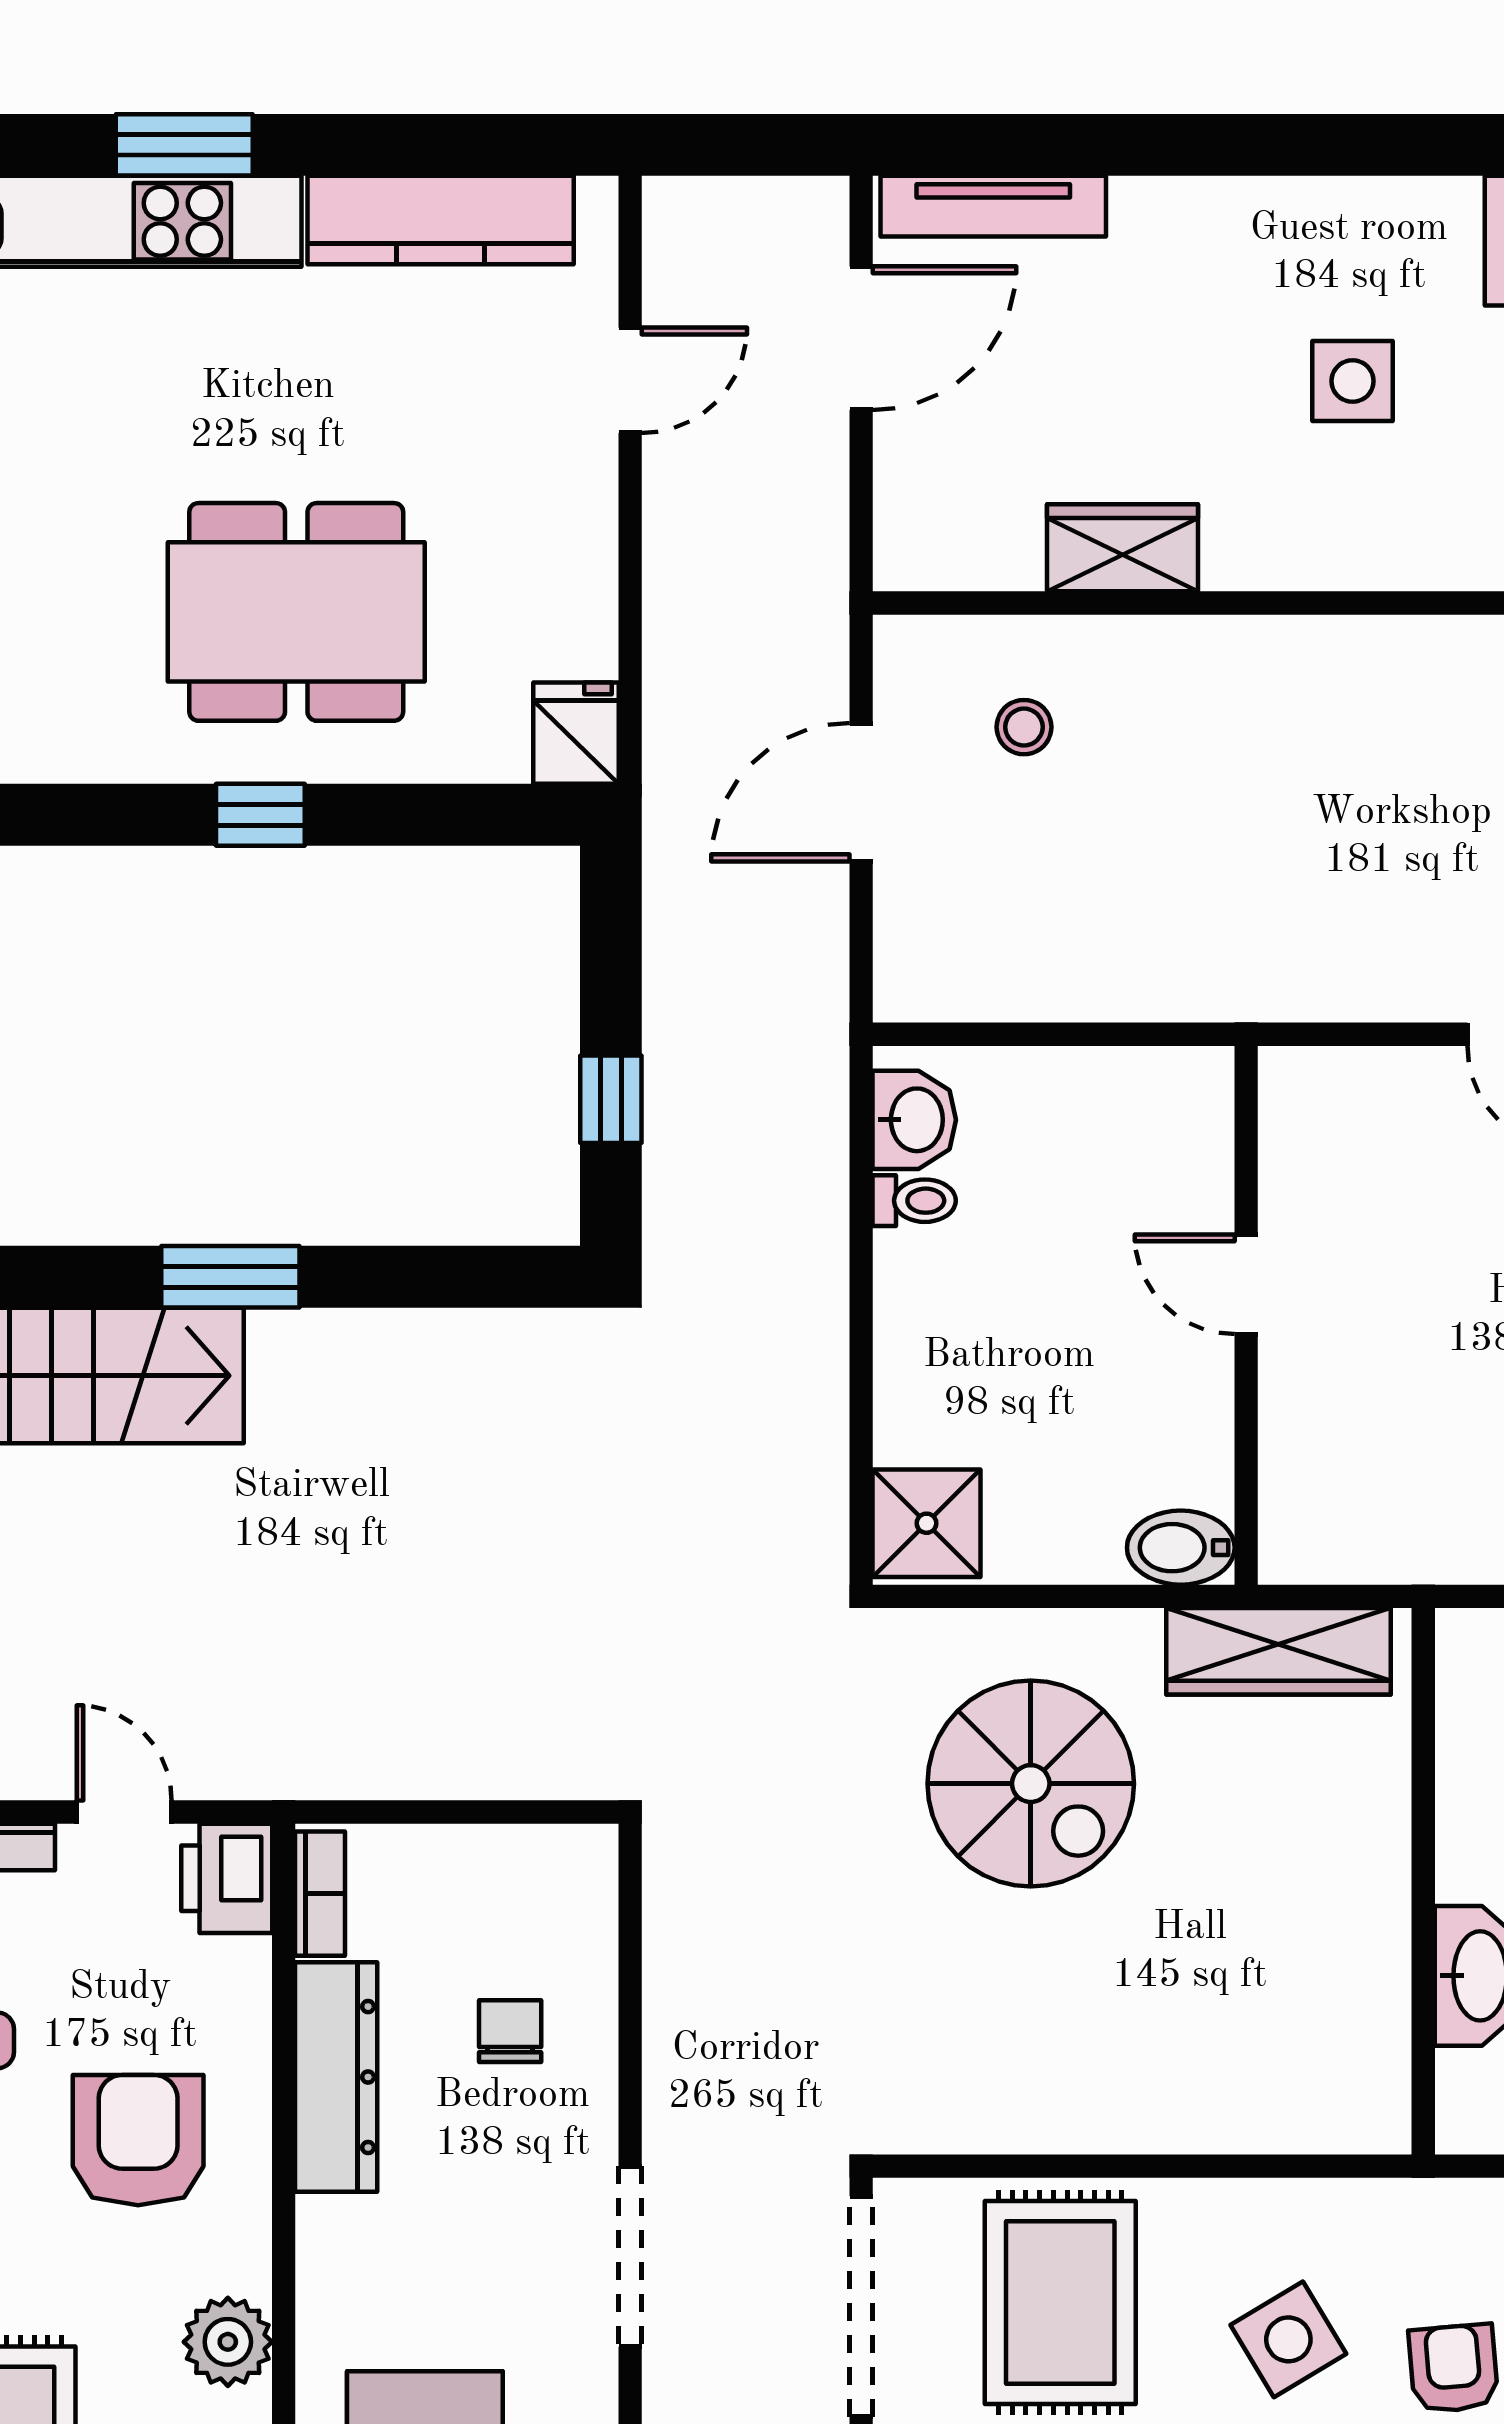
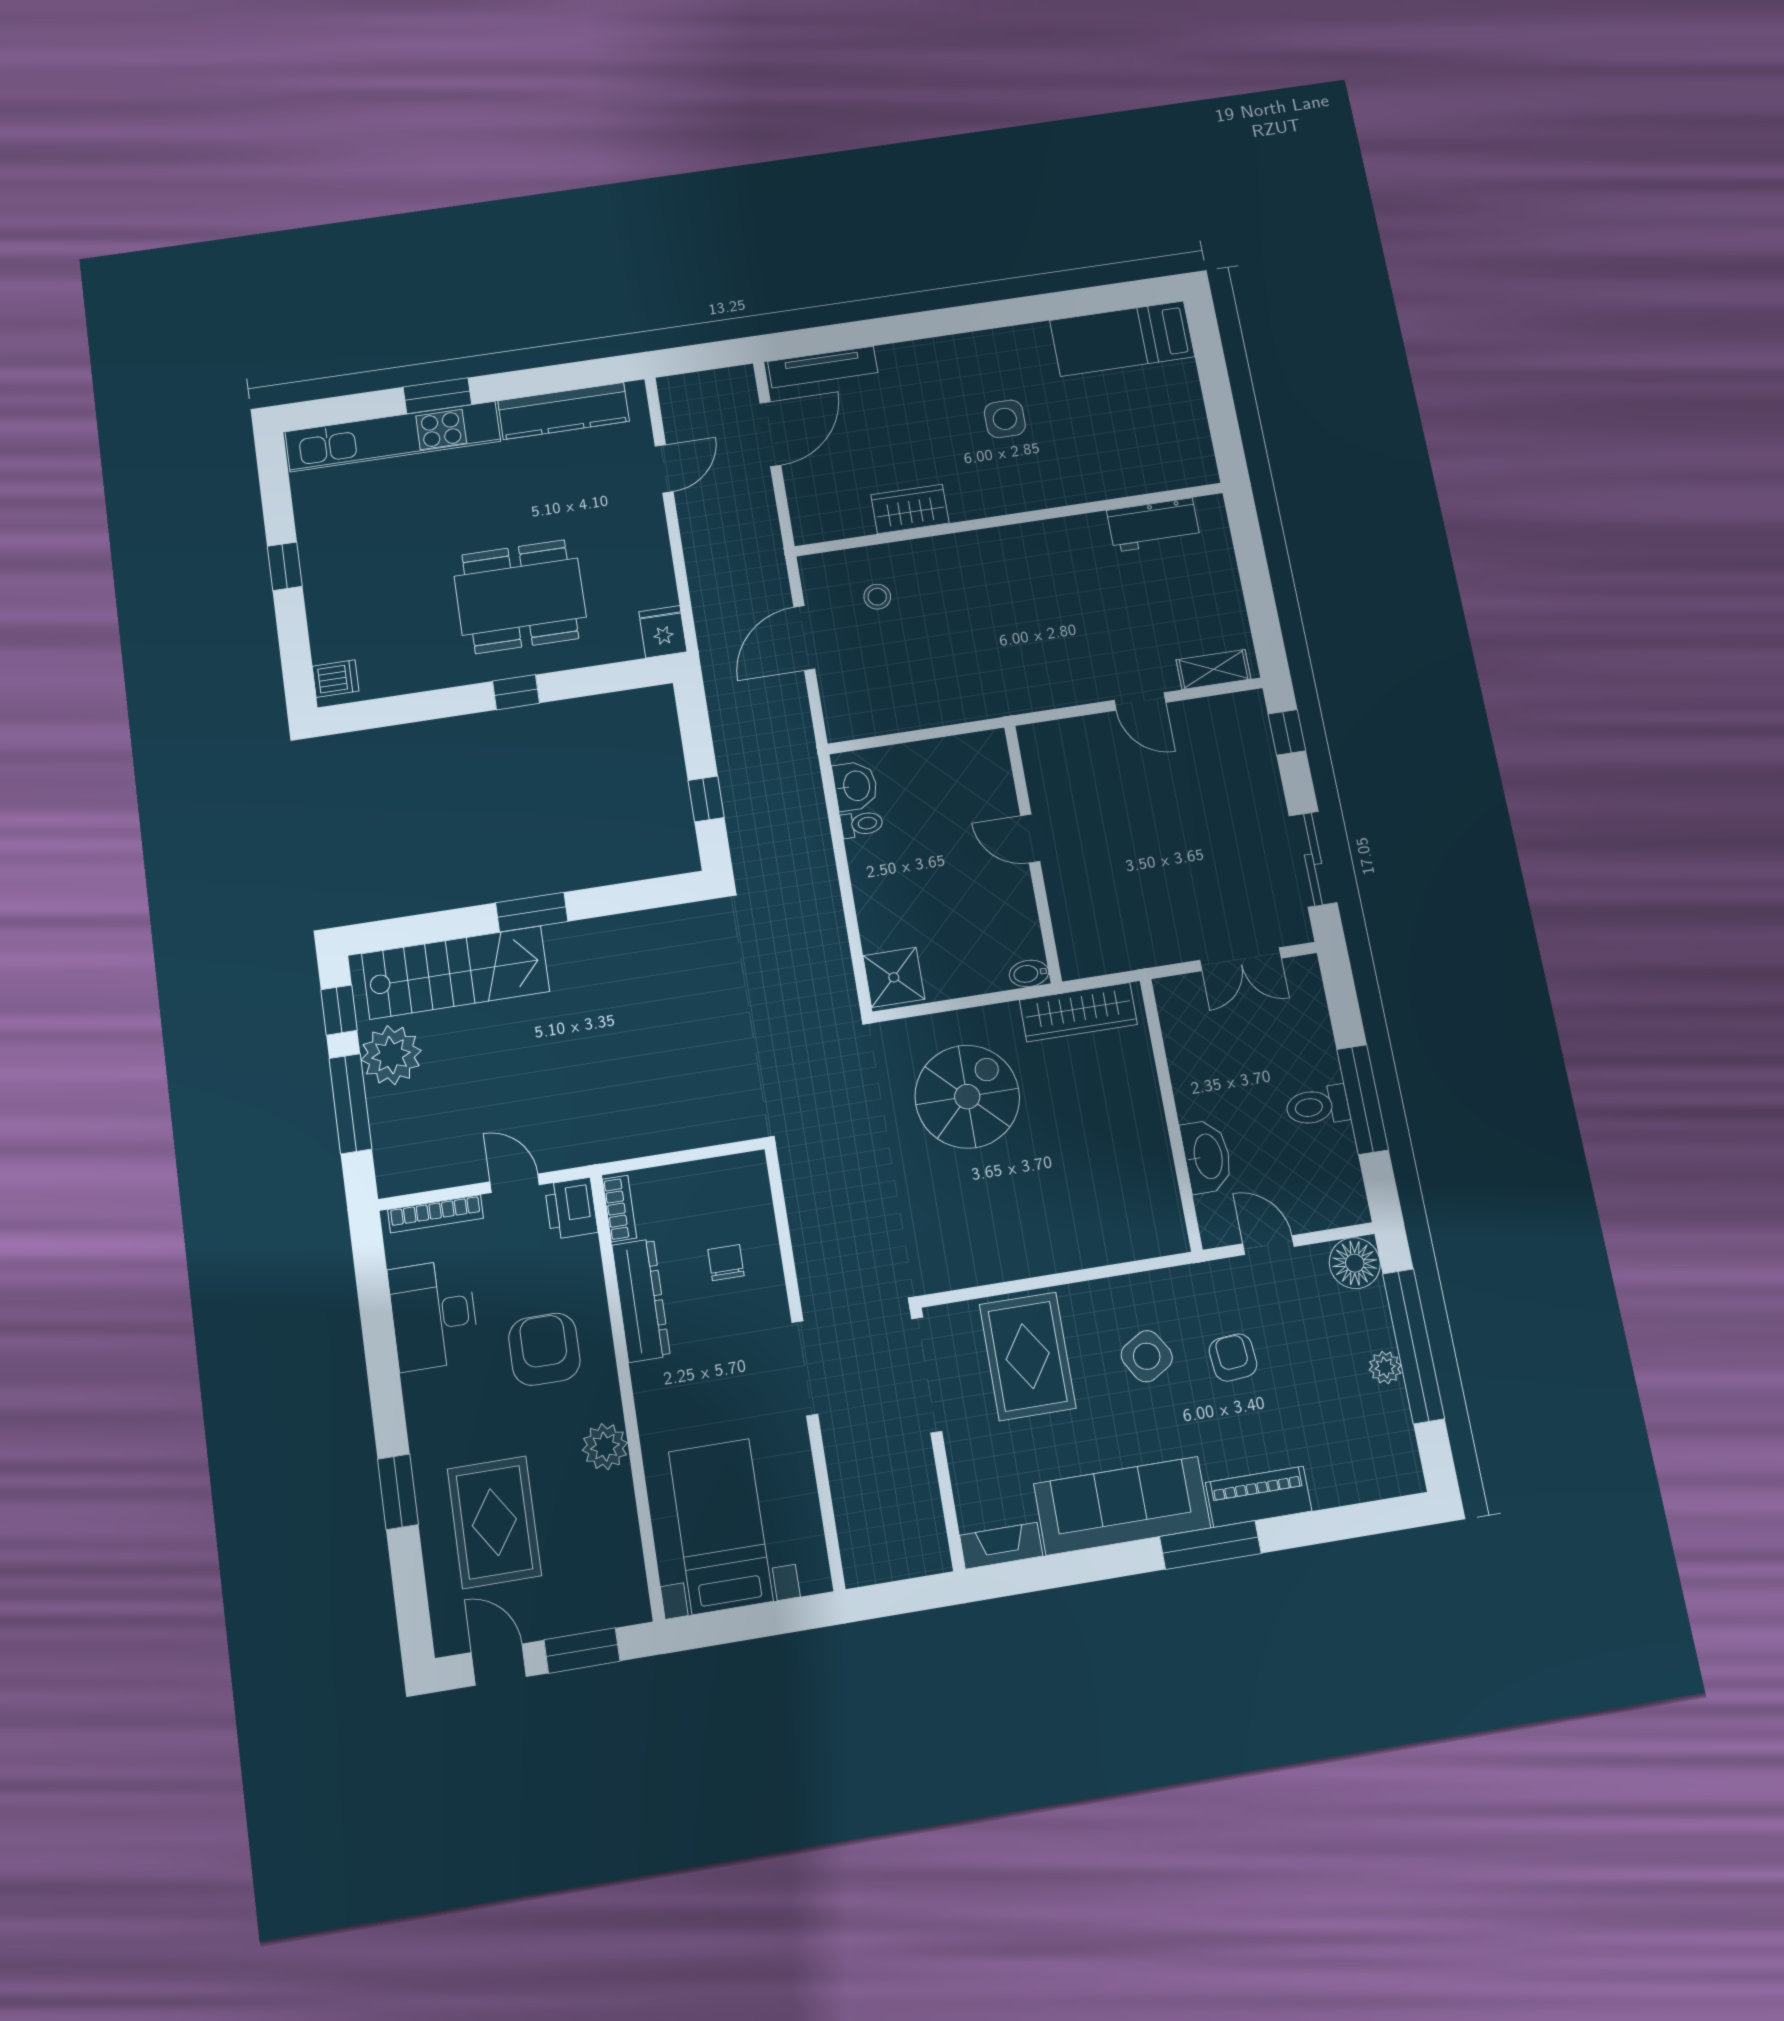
bidet: (1181, 1548) -> (1029, 973), width x0.72, depth x0.74
spiral stairs: (1031, 1784) -> (967, 1097), turned -90

